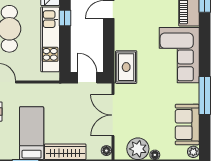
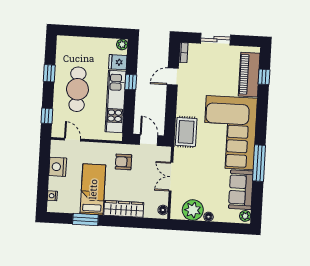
corner sofa: (179, 55) -> (230, 133), width x1.36, depth x1.36
armchair: (62, 102) -> (123, 162), added
double door: (113, 115) -> (171, 177), width x0.73

